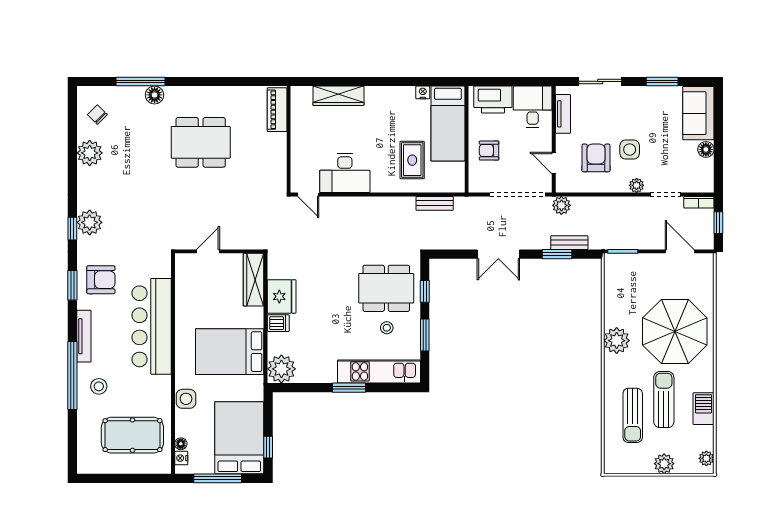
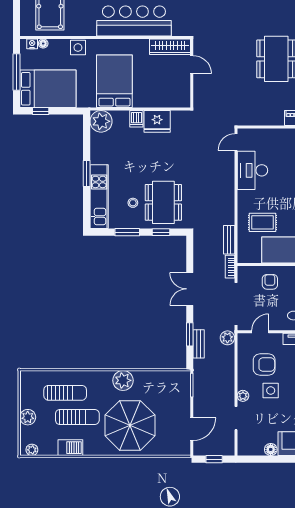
bookcase: (699, 202) -> (230, 267), moved
wardrobe: (254, 280) -> (170, 47), moved, turned 180
sun lounger: (633, 415) -> (65, 393), turned 180

